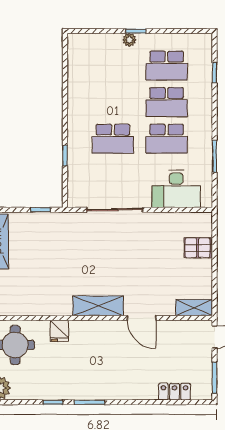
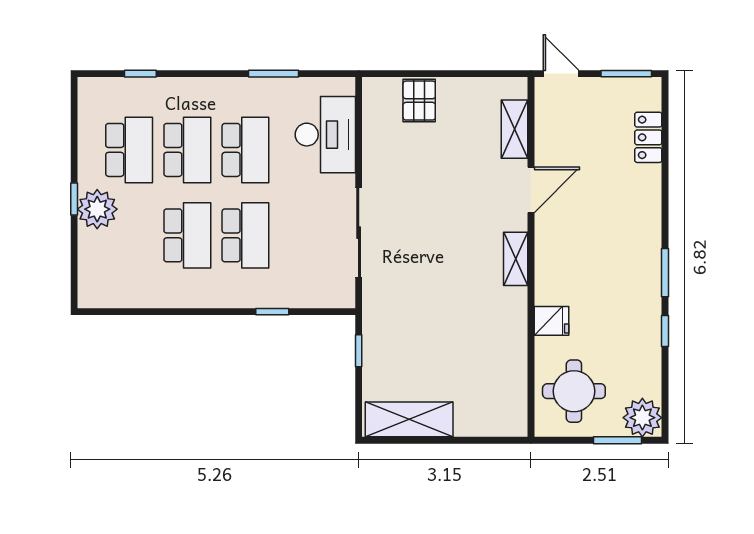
plant: (129, 40) -> (97, 209), width x1.88, depth x1.88
school desk: (113, 102) -> (187, 235), added
shelving: (98, 306) -> (516, 259), width x0.67, depth x0.75
shelving: (194, 308) -> (515, 129), moved

